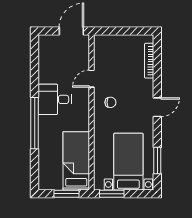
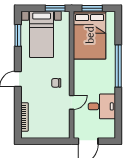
desk: (55, 99) -> (102, 106), moved
bed: (76, 161) -> (90, 35), width x1.50

